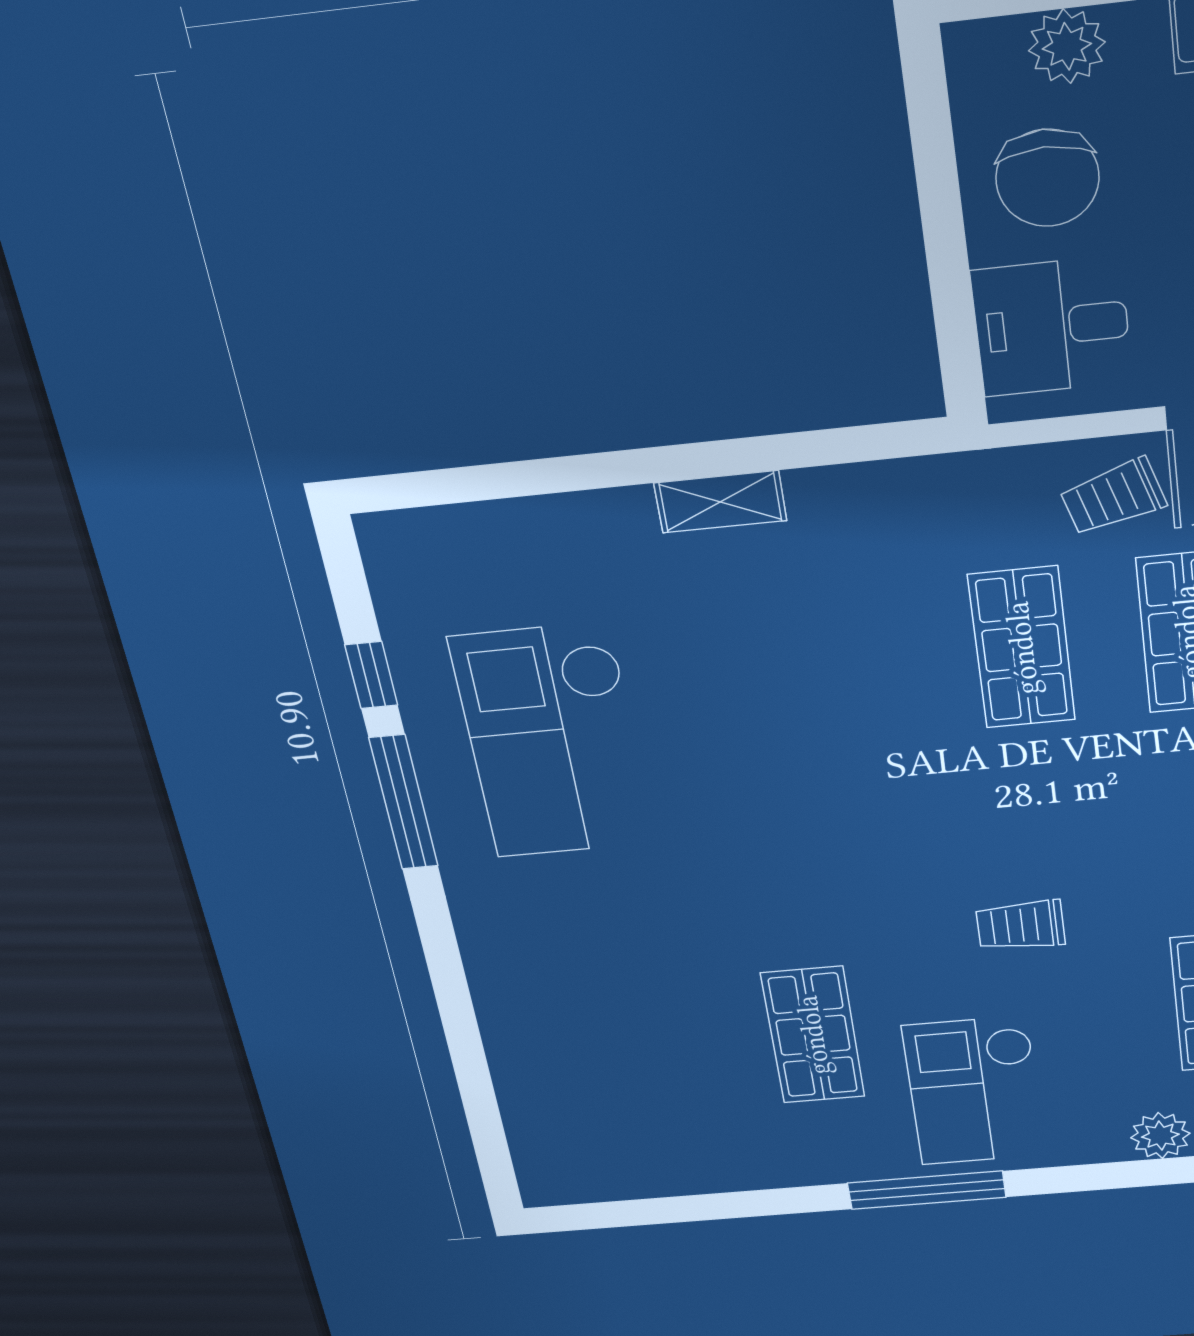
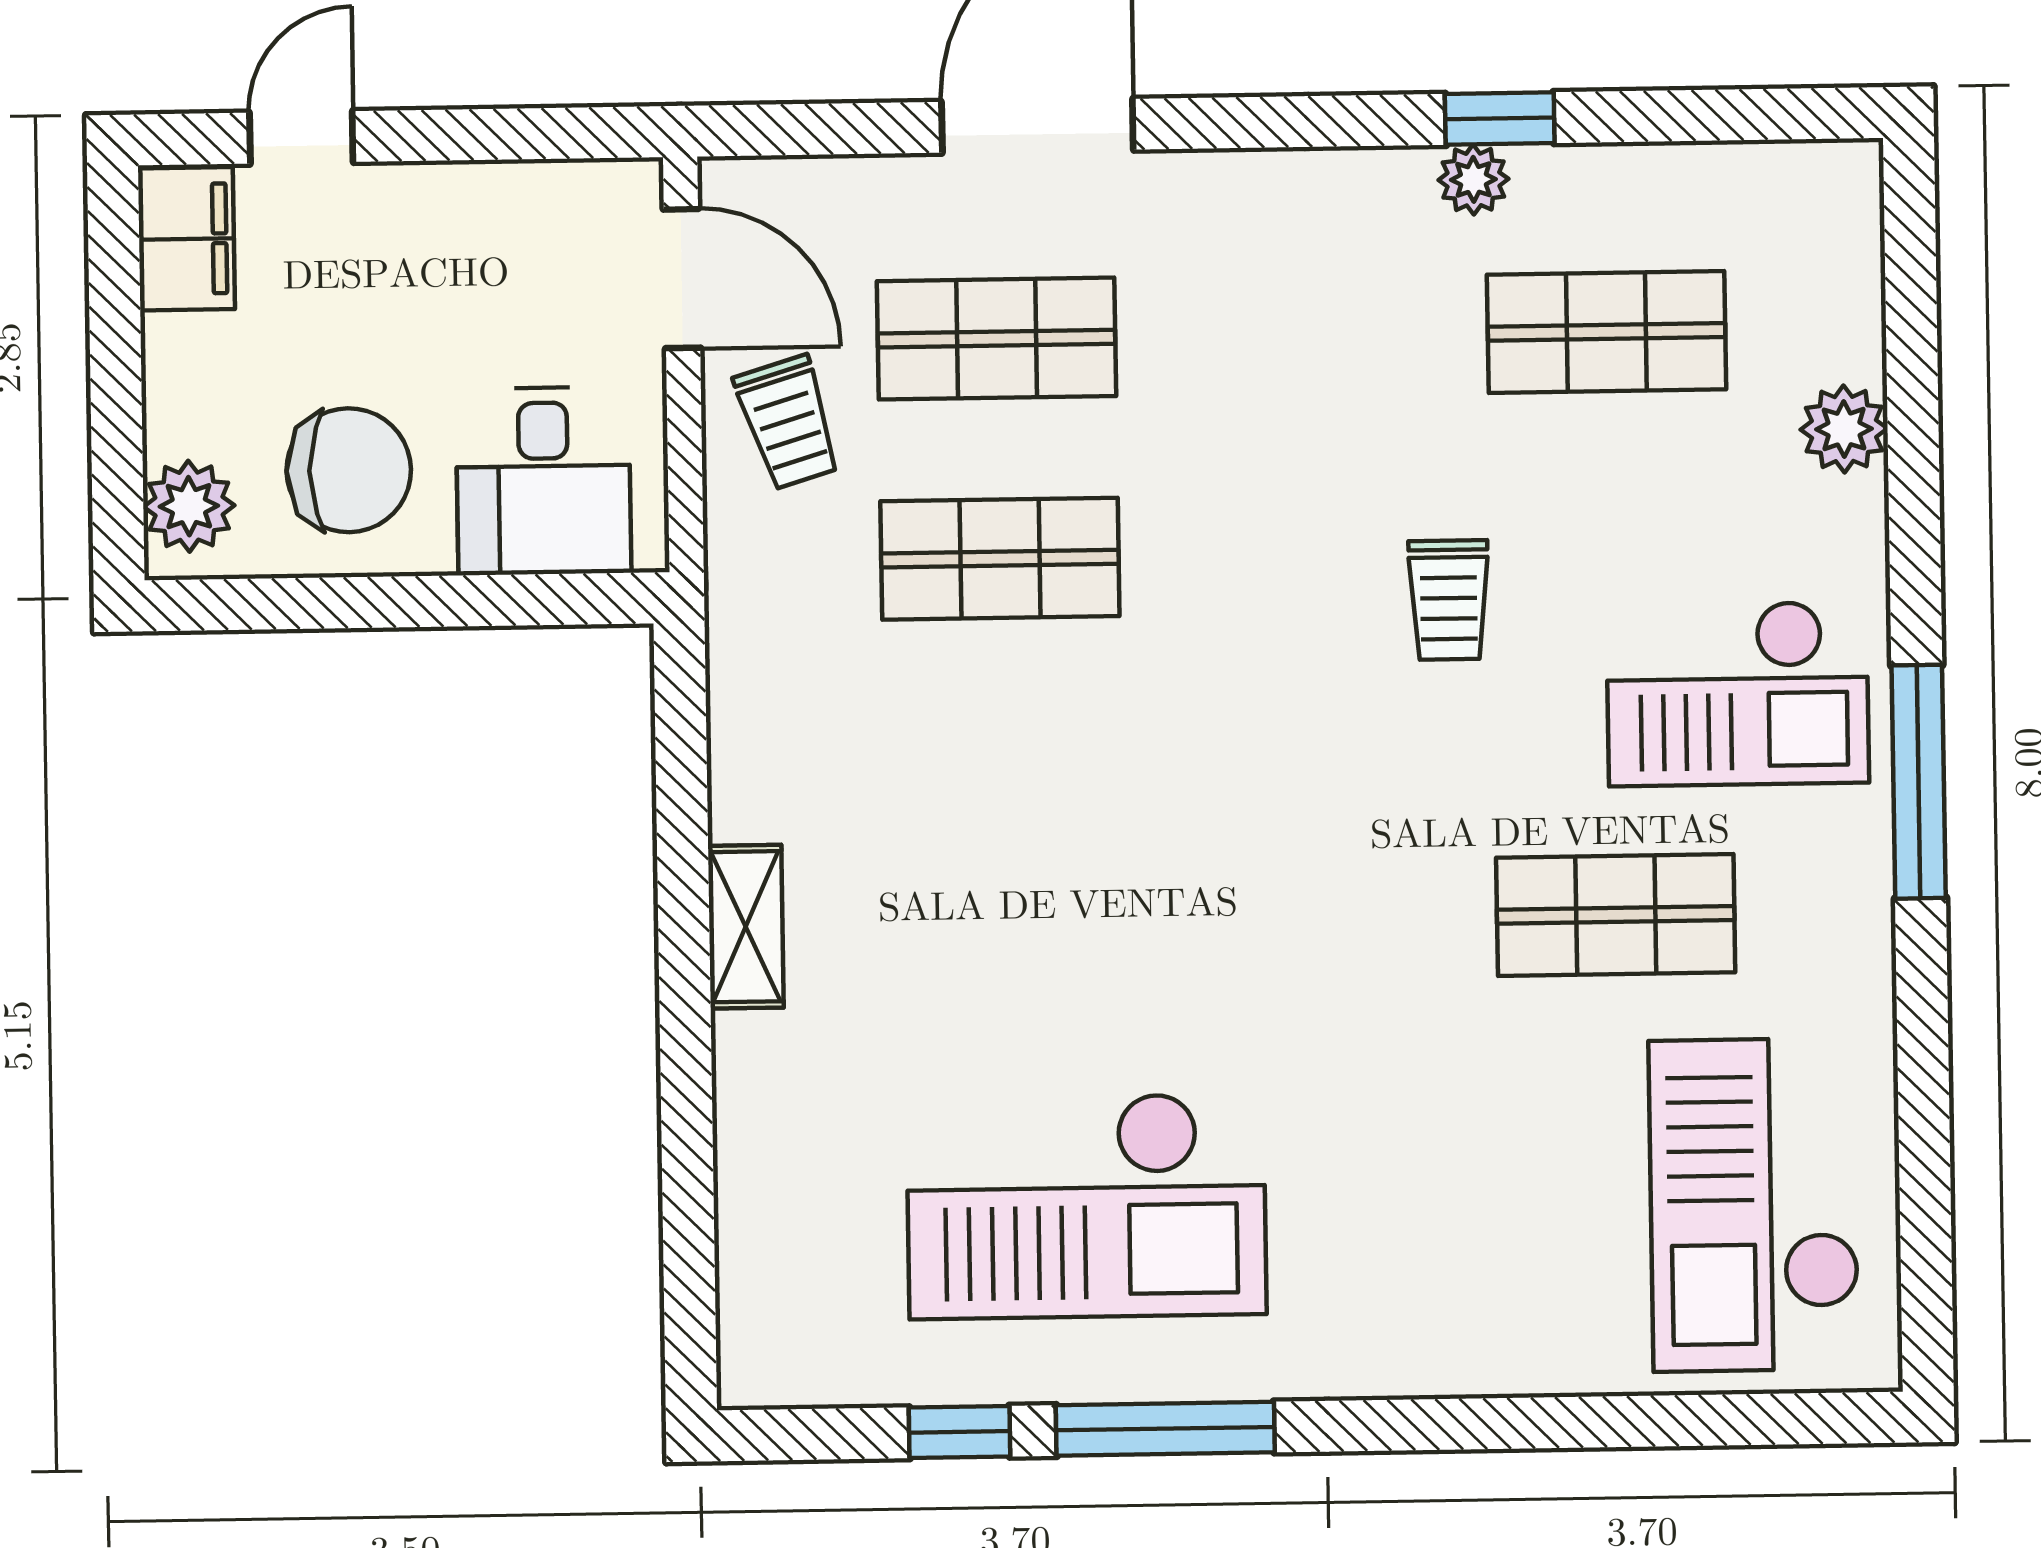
plant: (1067, 46) -> (189, 506), moved
checkout: (630, 1123) -> (1754, 1205), added

